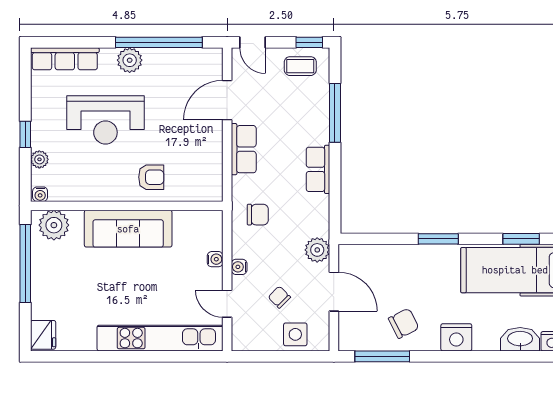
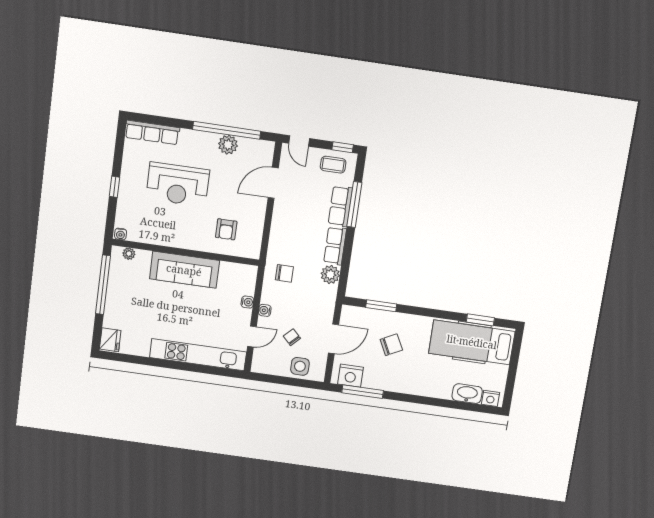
plant: (130, 60) -> (228, 145), moved
row of seats: (244, 149) -> (340, 206), moved, turned 180
plant: (39, 159) -> (123, 207), removed
armchair: (151, 177) -> (226, 229), moved, turned 90
plant: (54, 225) -> (129, 254), width x0.53, depth x0.53
window: (438, 239) -> (381, 306), moved
plant: (317, 250) -> (330, 275), moved
door: (334, 292) -> (334, 339), hinge flipped
door: (227, 304) -> (252, 336), swing flipped
chair: (404, 323) -> (391, 345), moved
nightstand: (456, 337) -> (350, 376), moved

